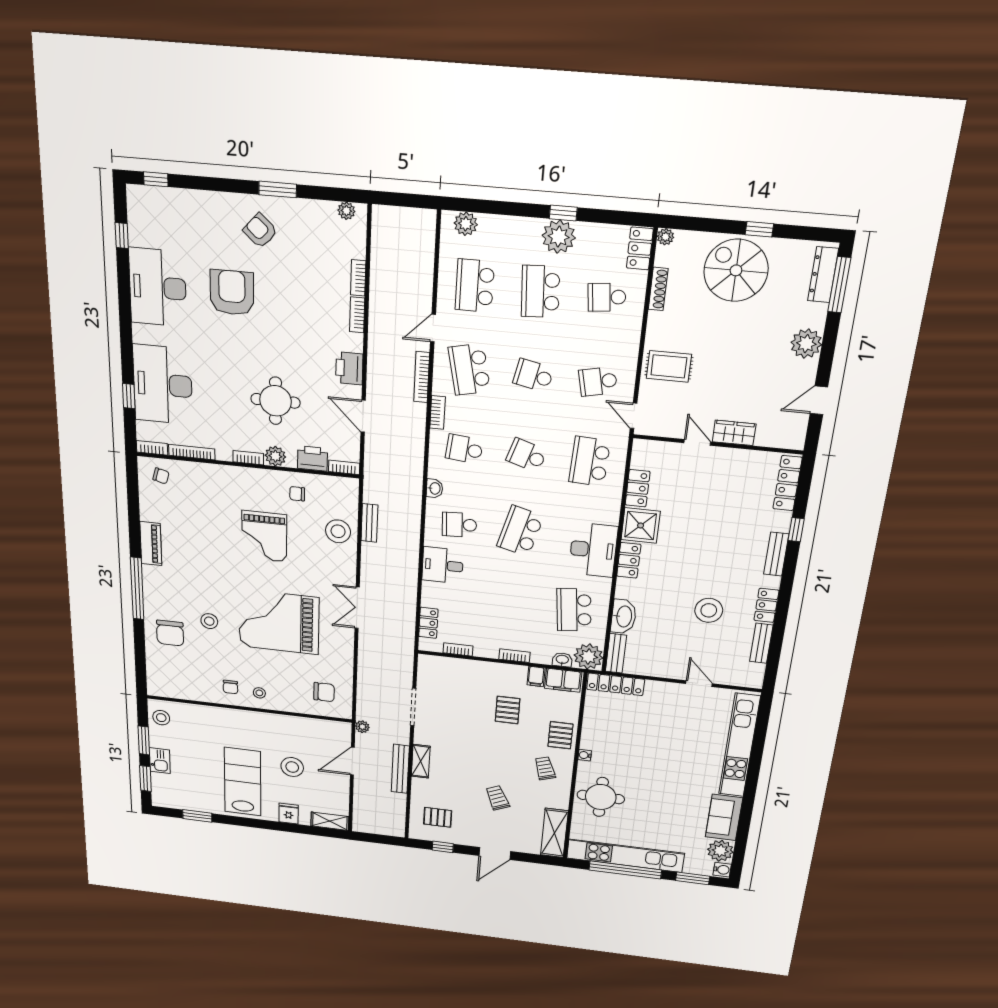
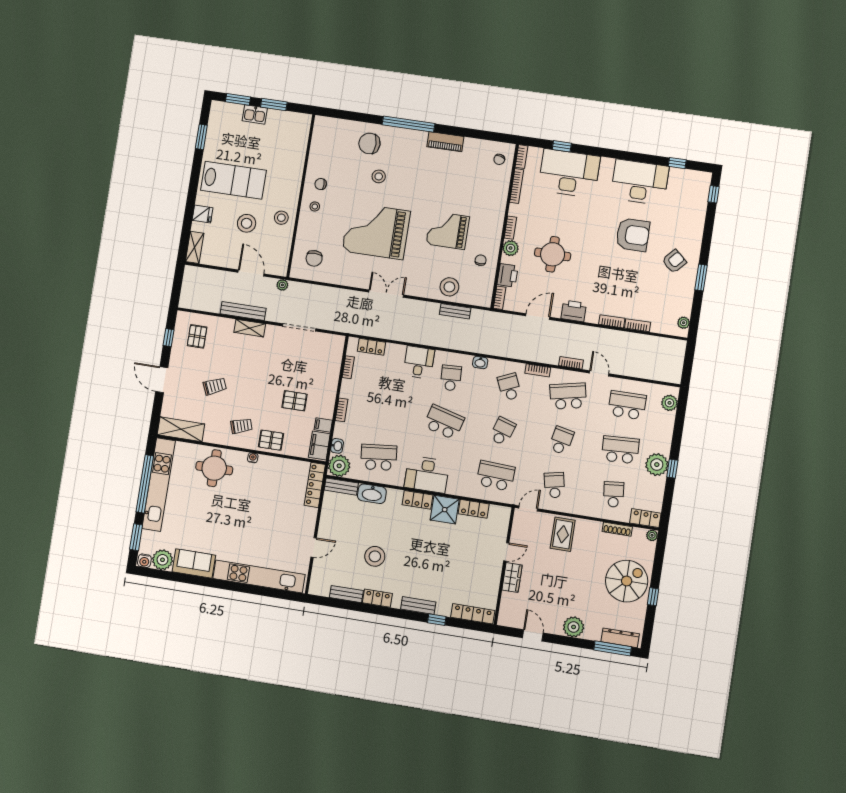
bookcase: (422, 377) -> (571, 363), width x0.64
school desk: (464, 449) -> (509, 387), turned -30
grand piano: (279, 622) -> (376, 231), turned -90
stool: (161, 718) -> (281, 218), moved

